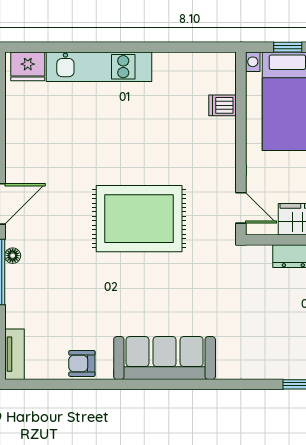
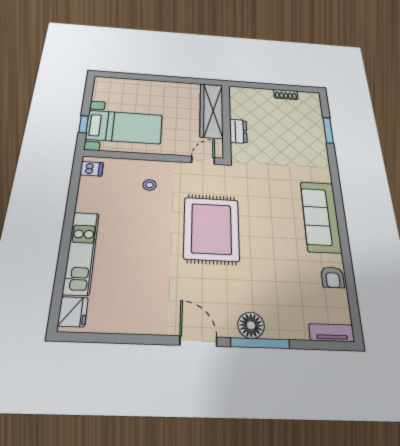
dishwasher: (222, 105) -> (92, 169), moved, turned -90
stool: (197, 140) -> (150, 185), added
floor lamp: (13, 256) -> (251, 325), width x1.89, depth x1.89

